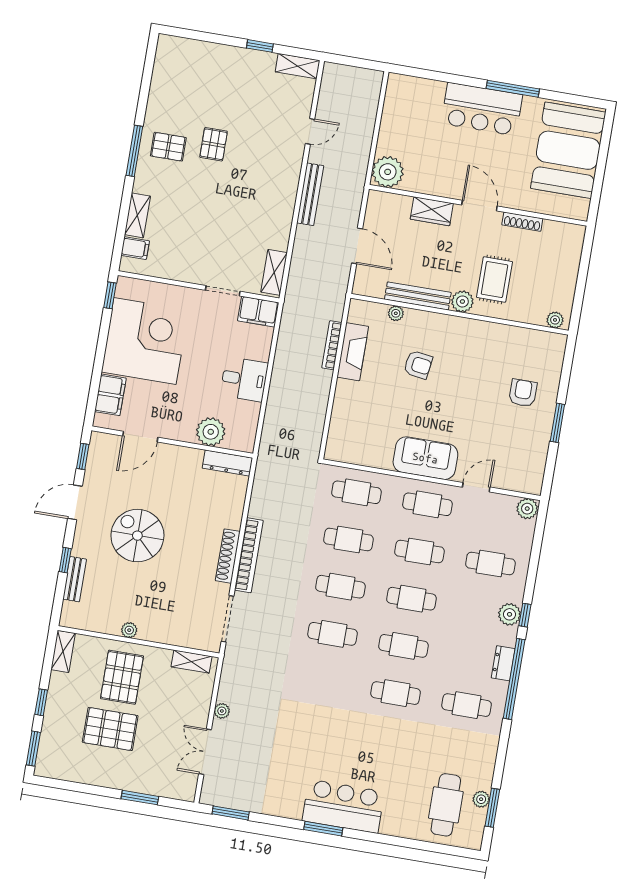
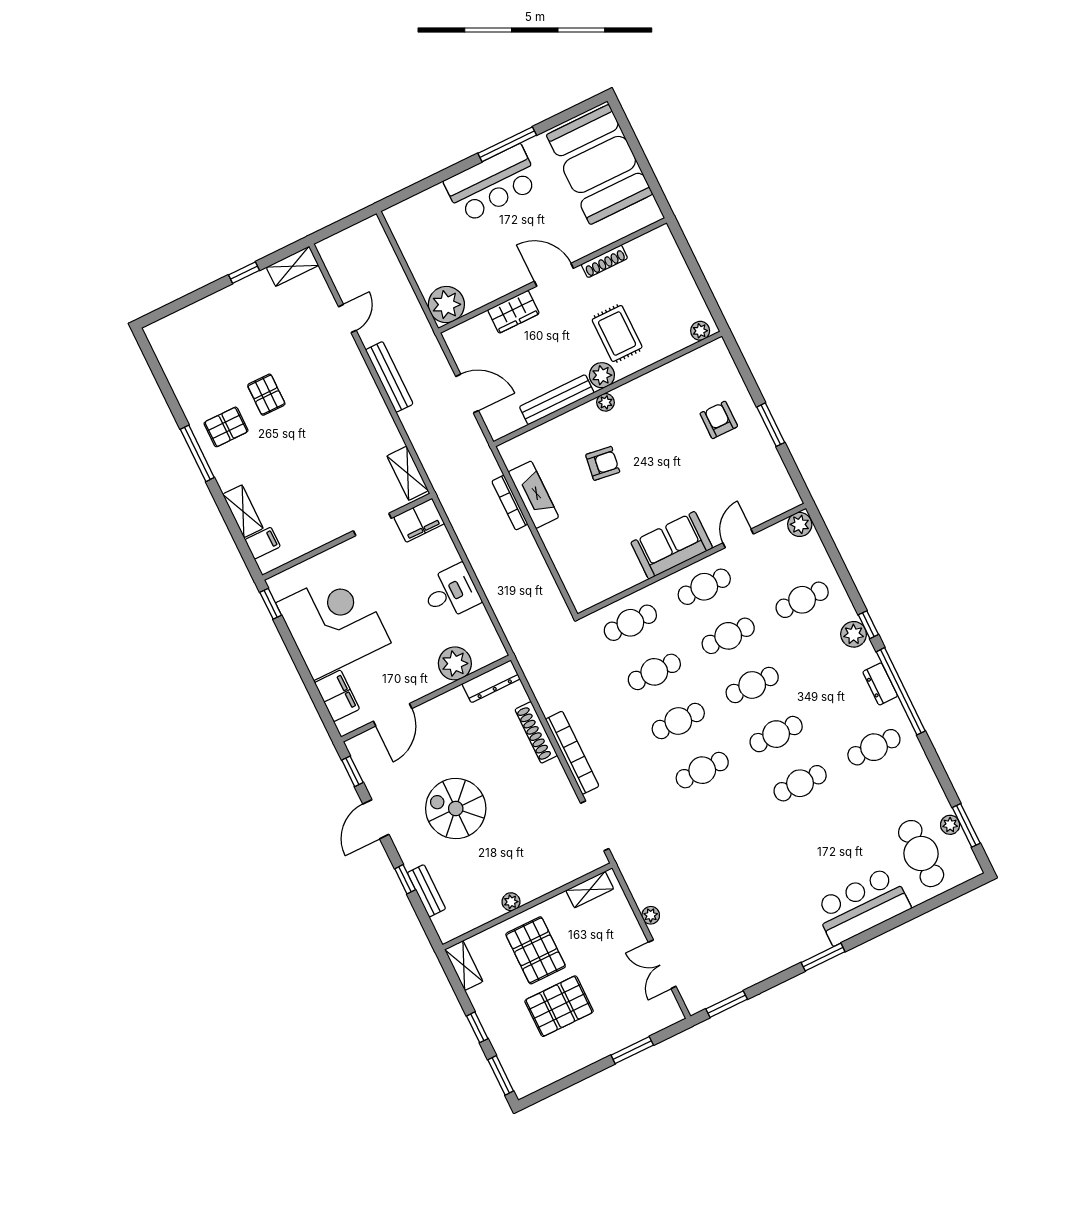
plant: (396, 313) -> (605, 402), moved
shoe rack: (228, 556) -> (536, 732), moved
bar counter: (343, 806) -> (862, 906), moved

